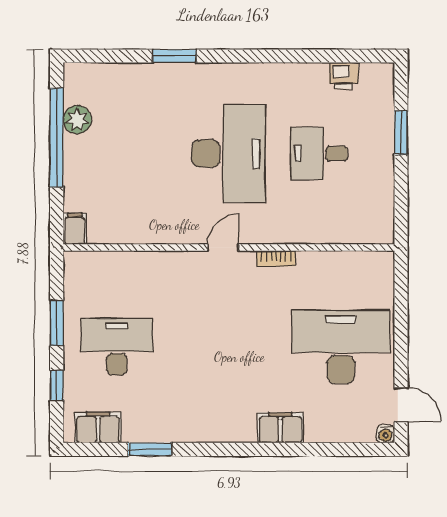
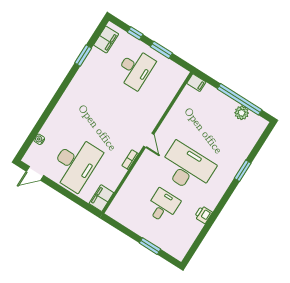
printer: (344, 75) -> (203, 215), moved
desk: (229, 153) -> (187, 168), turned 180
filing cabinet: (280, 428) -> (101, 198), moved, turned 180
water cooler: (385, 434) -> (39, 139), moved

